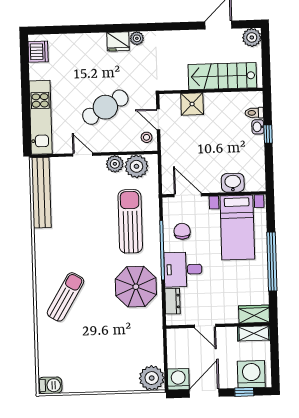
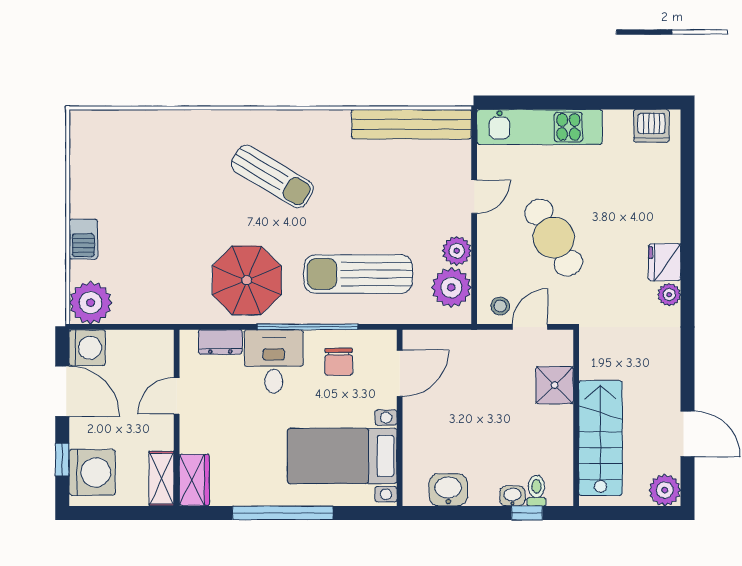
window: (268, 134) -> (527, 513), moved
washbasin: (233, 183) -> (448, 490), moved, turned -90
sun lounger: (130, 221) -> (358, 274), turned 180
chair: (182, 231) -> (339, 362), turned 90
sun lounger: (65, 297) -> (272, 176), moved
barbecue: (50, 385) -> (83, 239), moved

